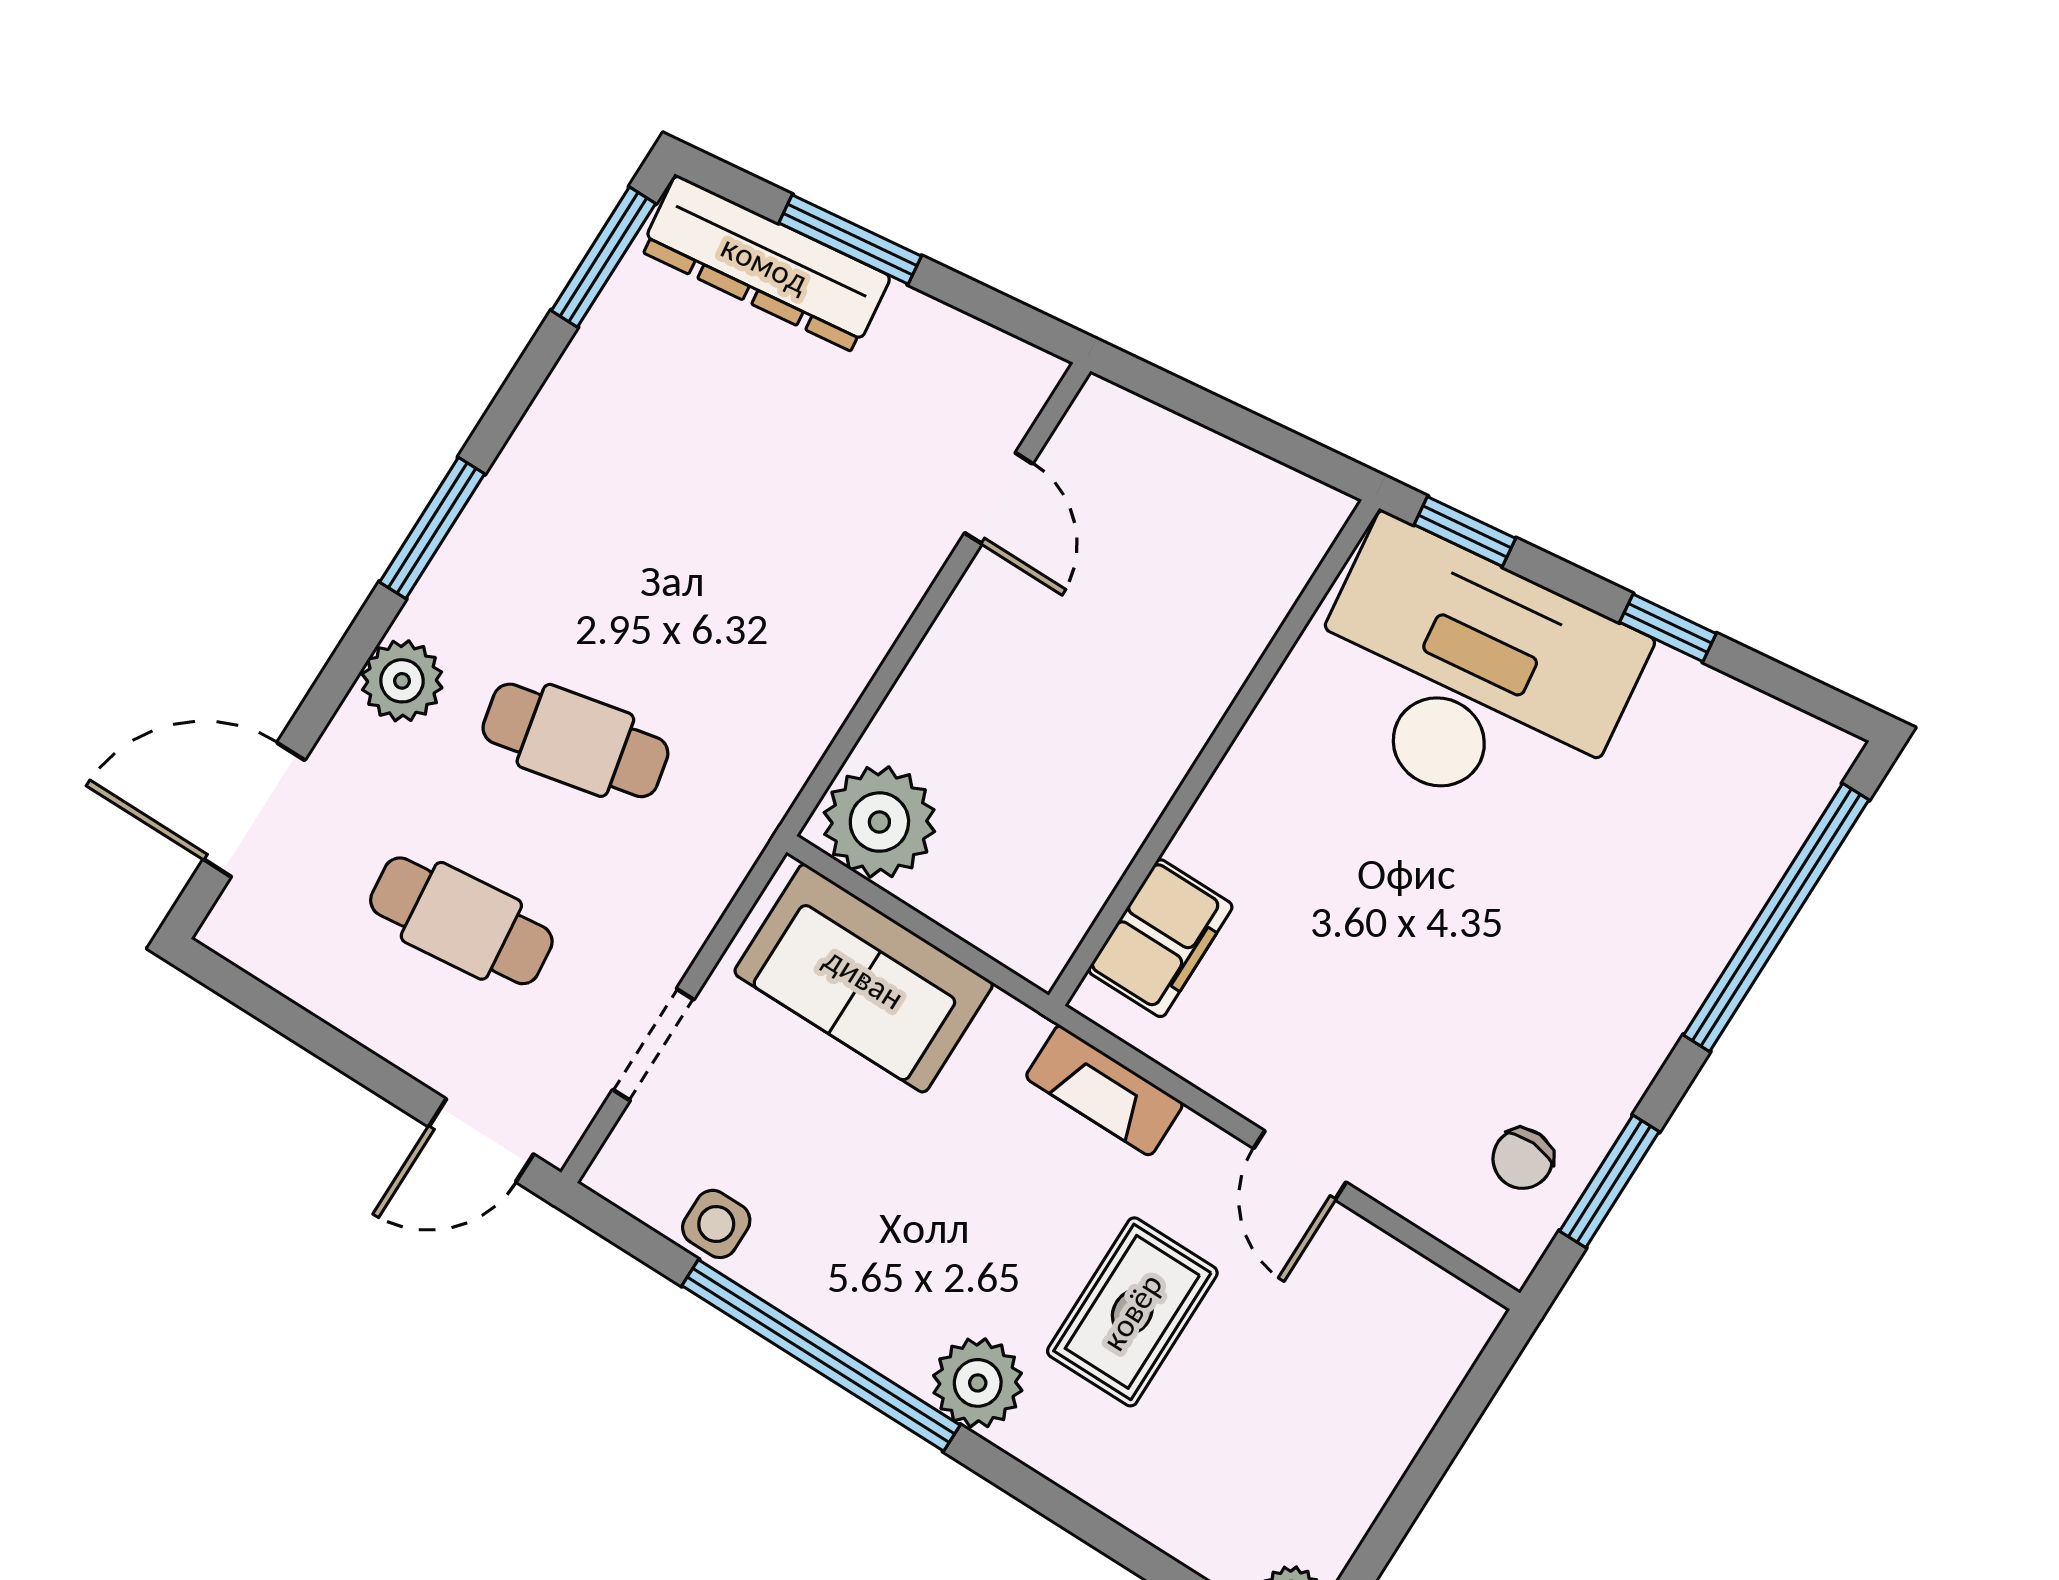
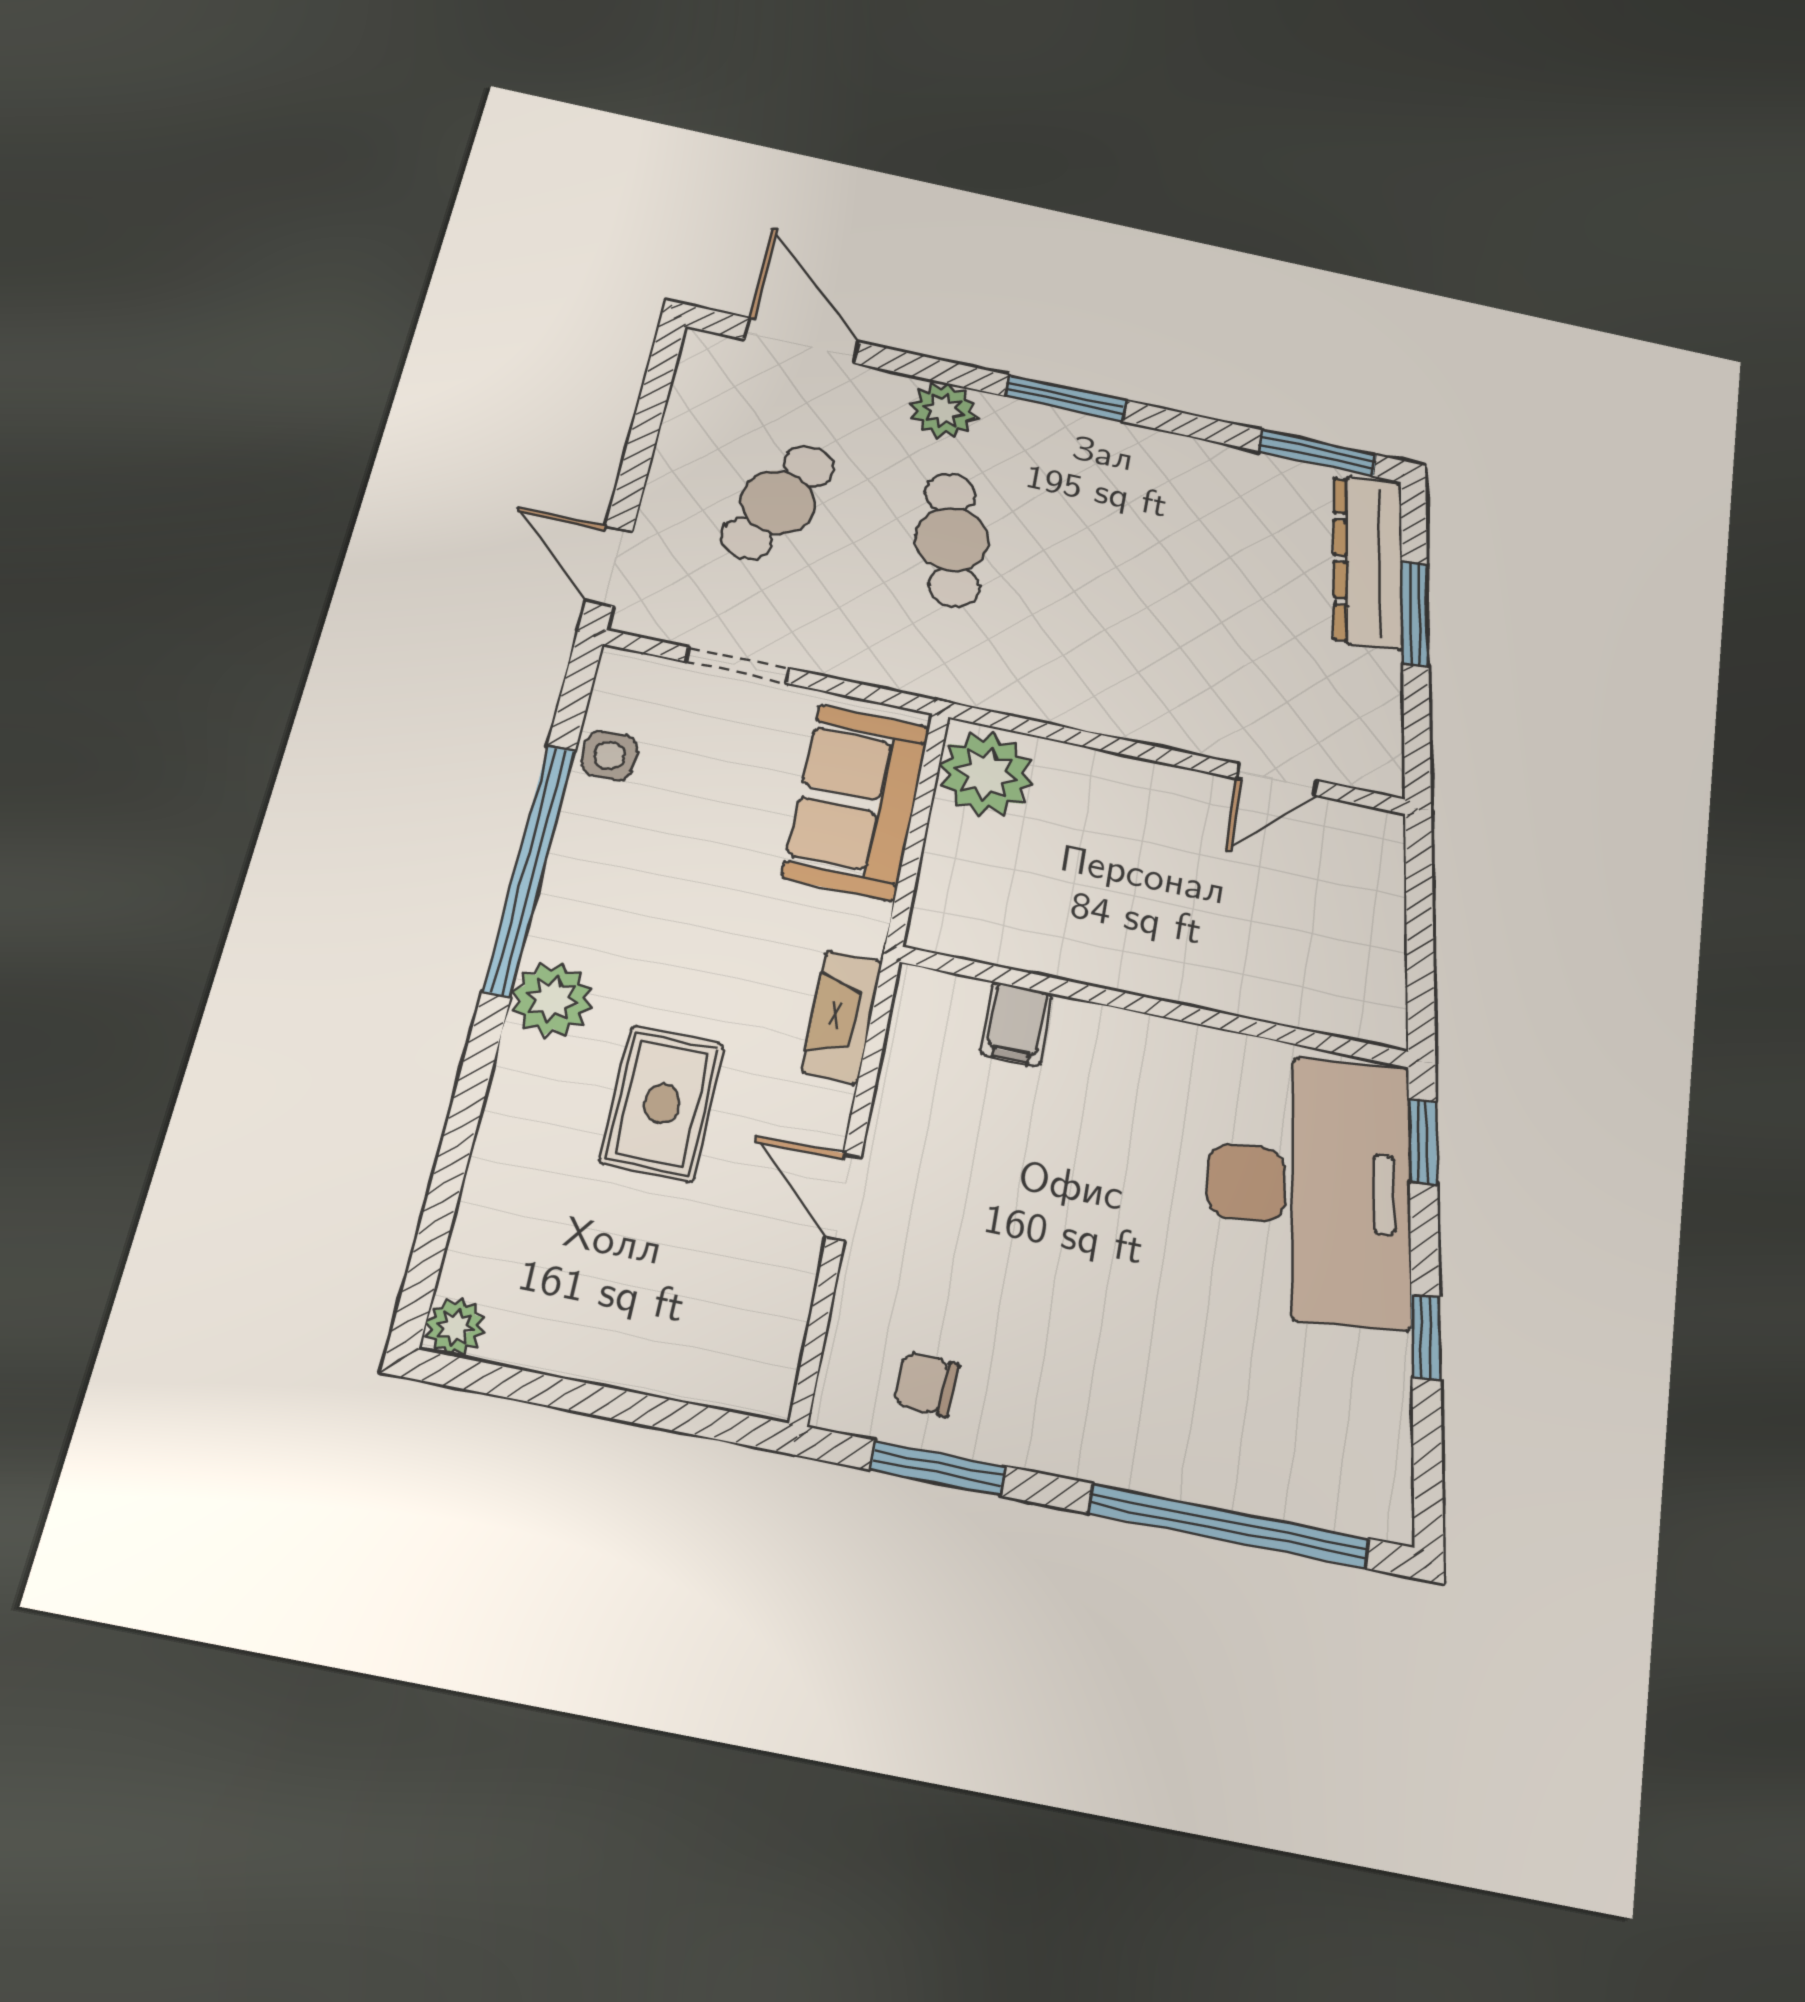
cafe table: (461, 921) -> (778, 502), turned 30
filing cabinet: (1160, 938) -> (1016, 1024), width x0.50
door: (1300, 1165) -> (844, 1197), hinge flipped
rug: (1132, 1312) -> (662, 1103), turned 90

